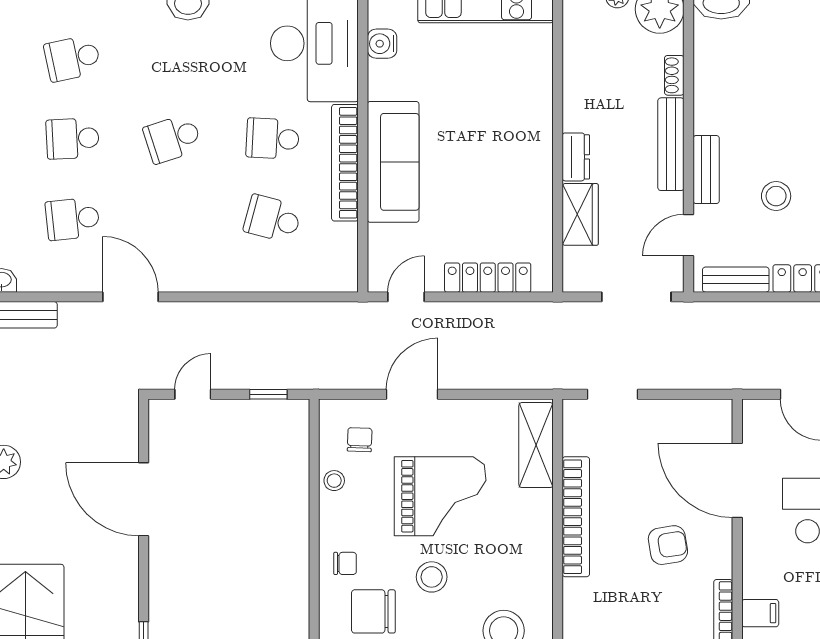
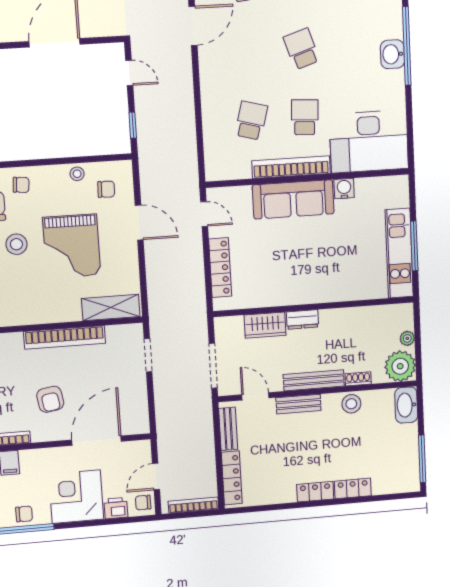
water cooler: (382, 44) -> (344, 189), moved
stool: (776, 196) -> (351, 404), moved
chair: (345, 563) -> (21, 185), turned -85

